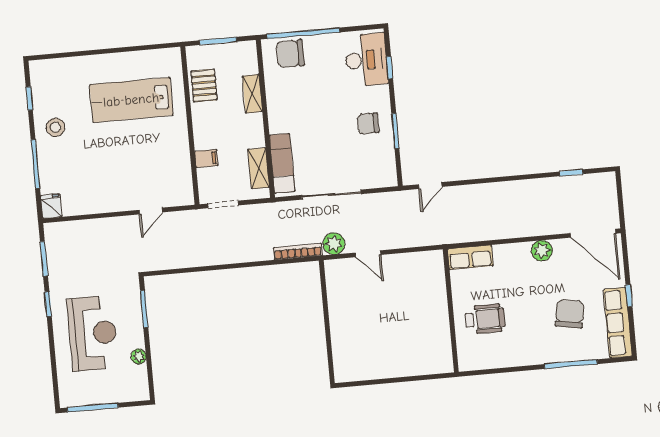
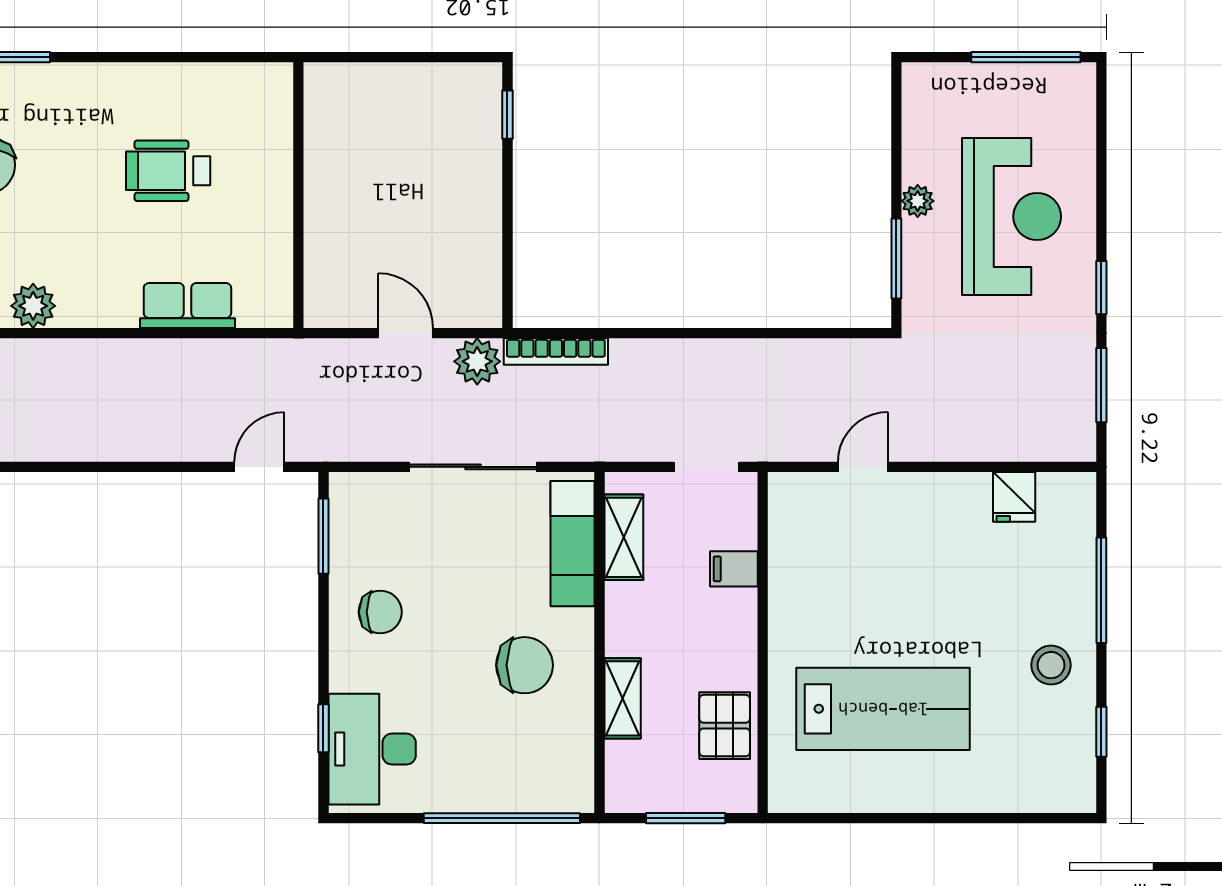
chair: (290, 54) -> (525, 665), moved
window: (395, 131) -> (323, 536), moved
fridge: (51, 206) -> (1014, 497), moved
wall: (451, 311) -> (298, 195), moved
reception desk: (93, 333) -> (1011, 217), turned 180
plant: (139, 356) -> (918, 201), moved
window: (330, 359) -> (507, 115), added

